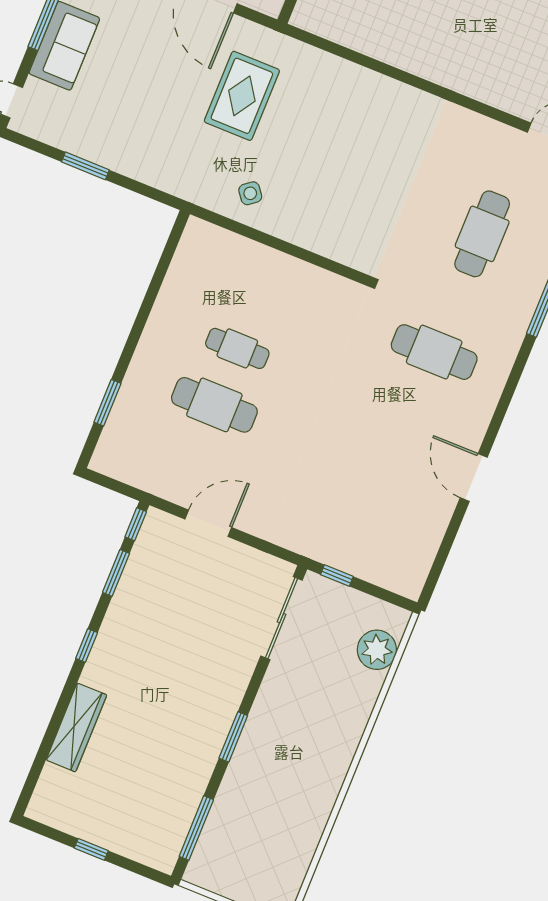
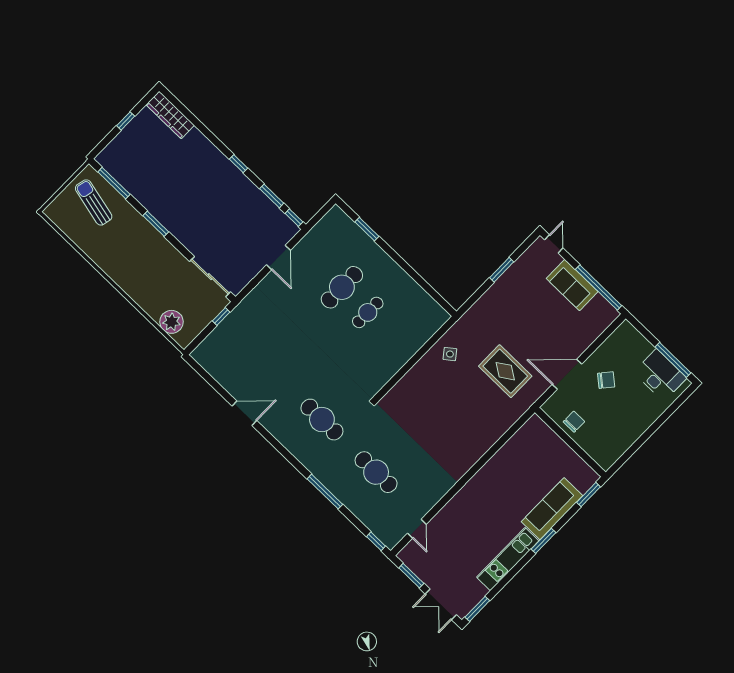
cafe table: (434, 352) -> (322, 420), turned 90
wardrobe: (76, 727) -> (170, 115), moved
sun lounger: (239, 848) -> (94, 202), added

